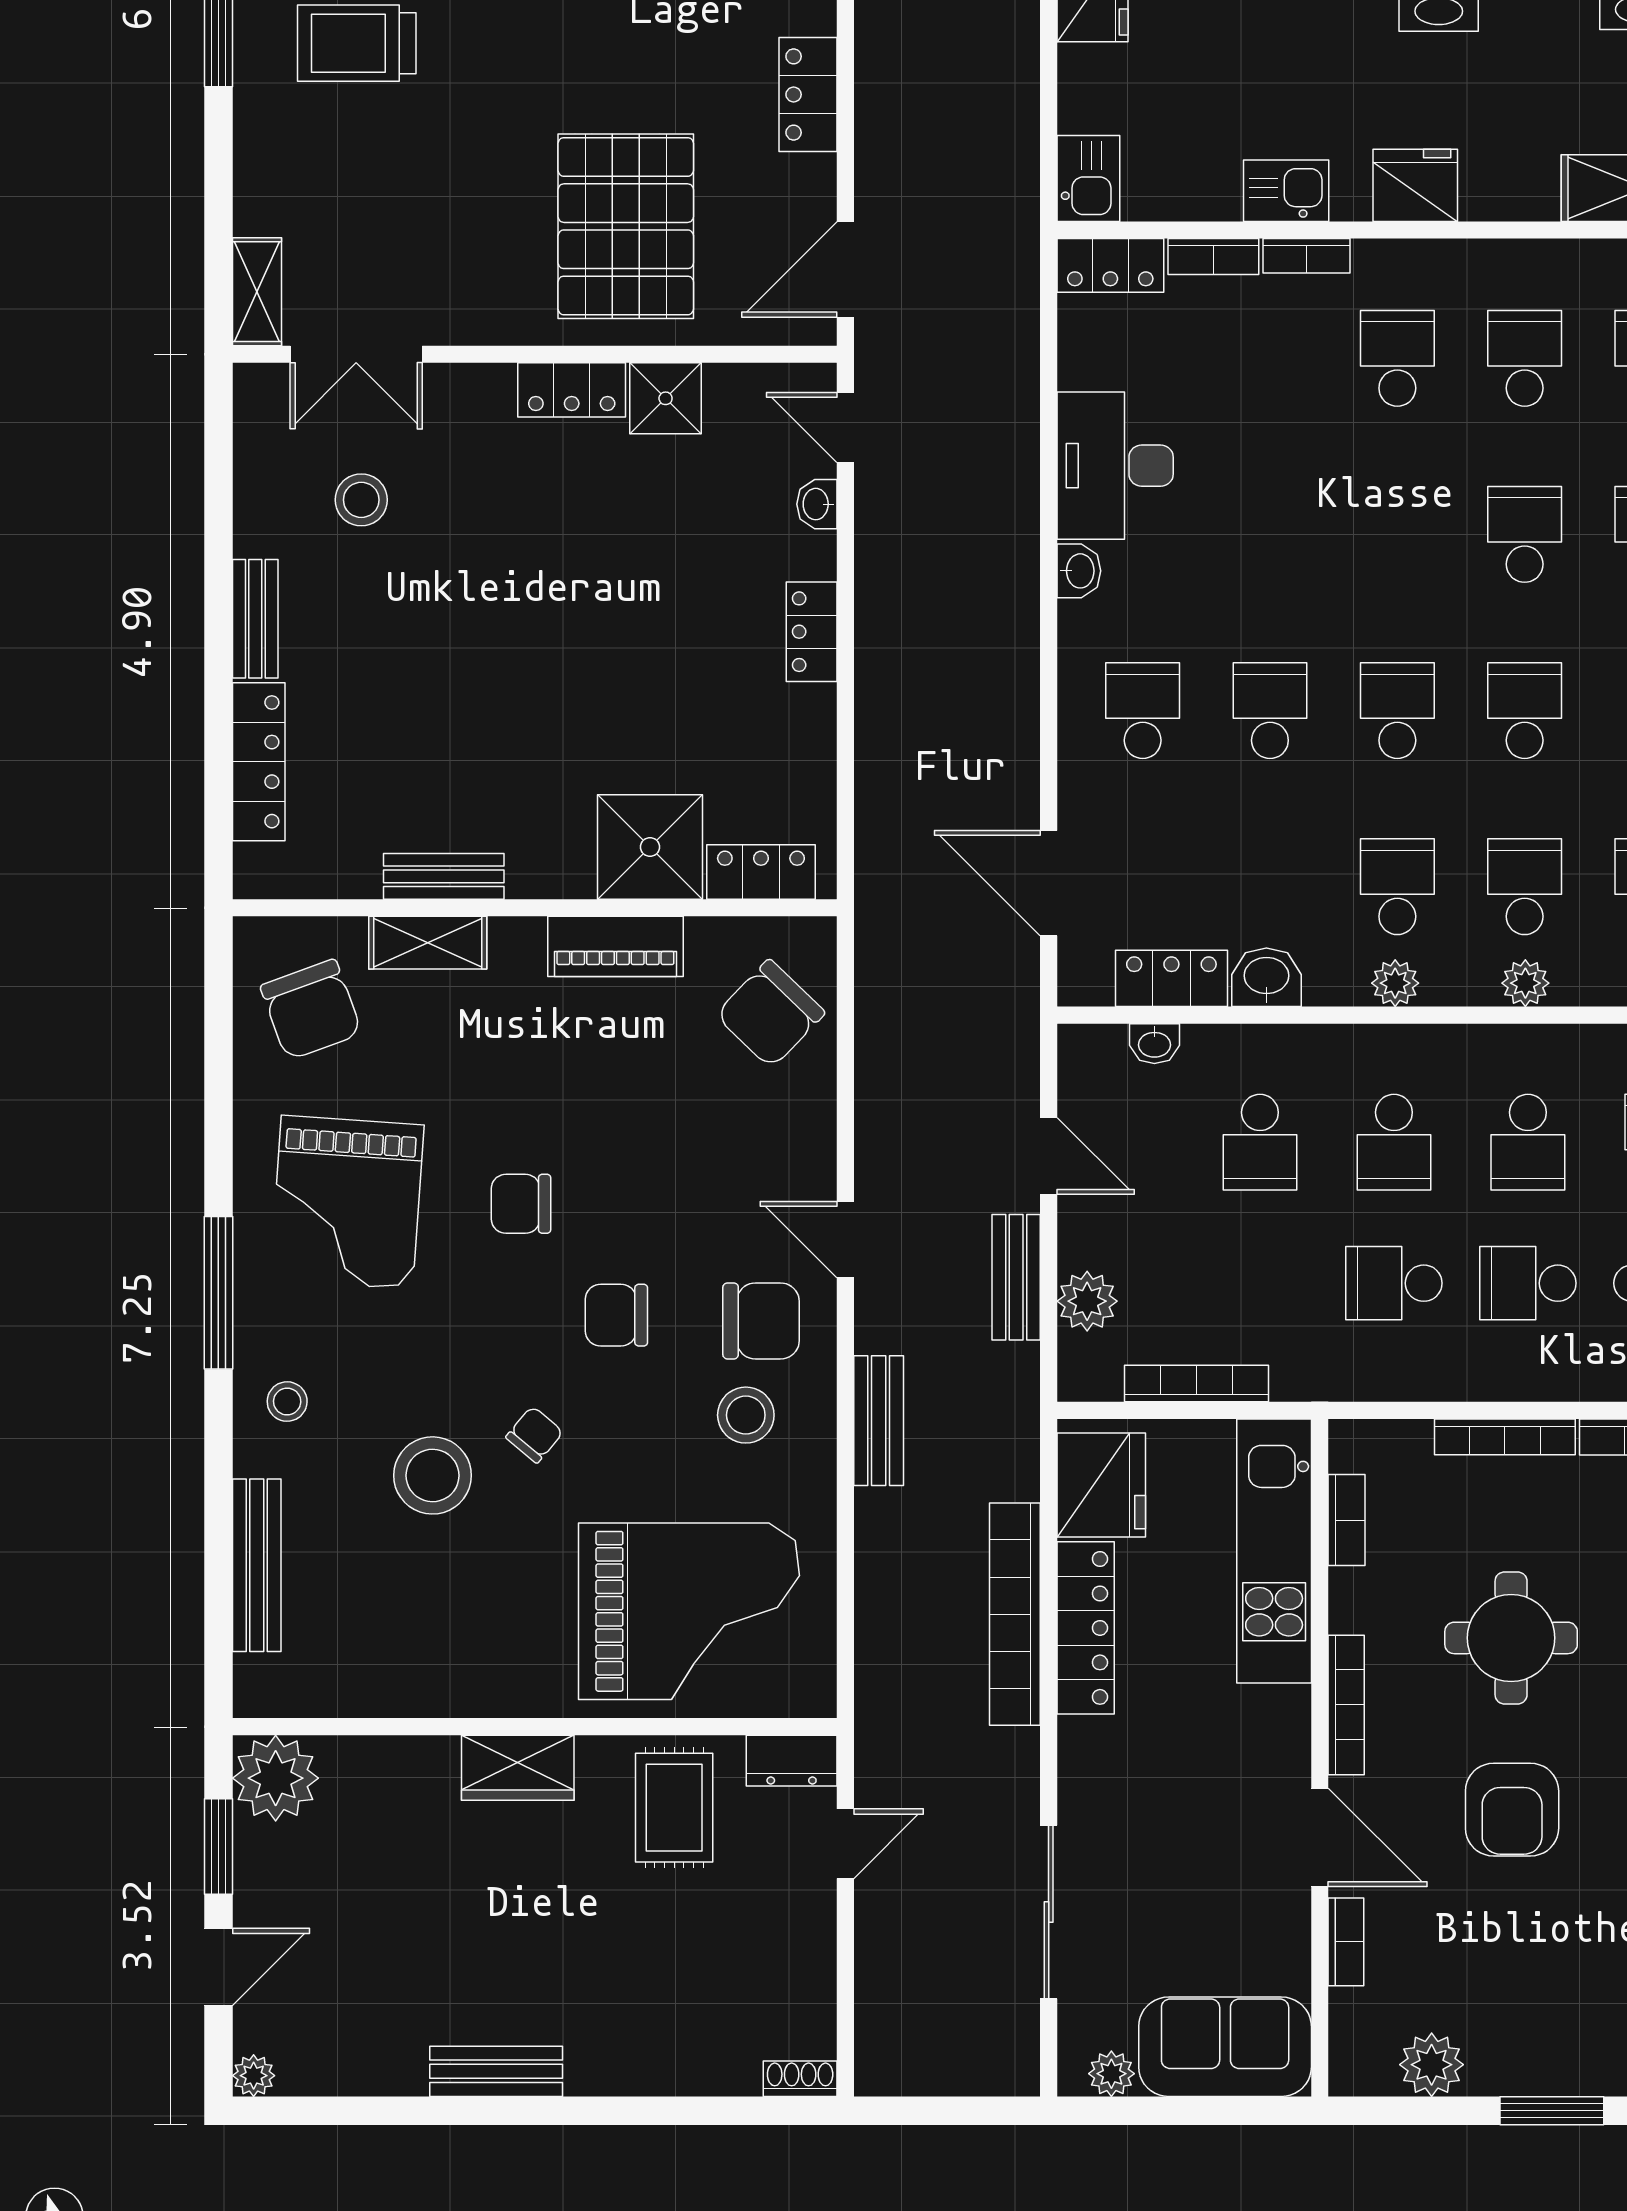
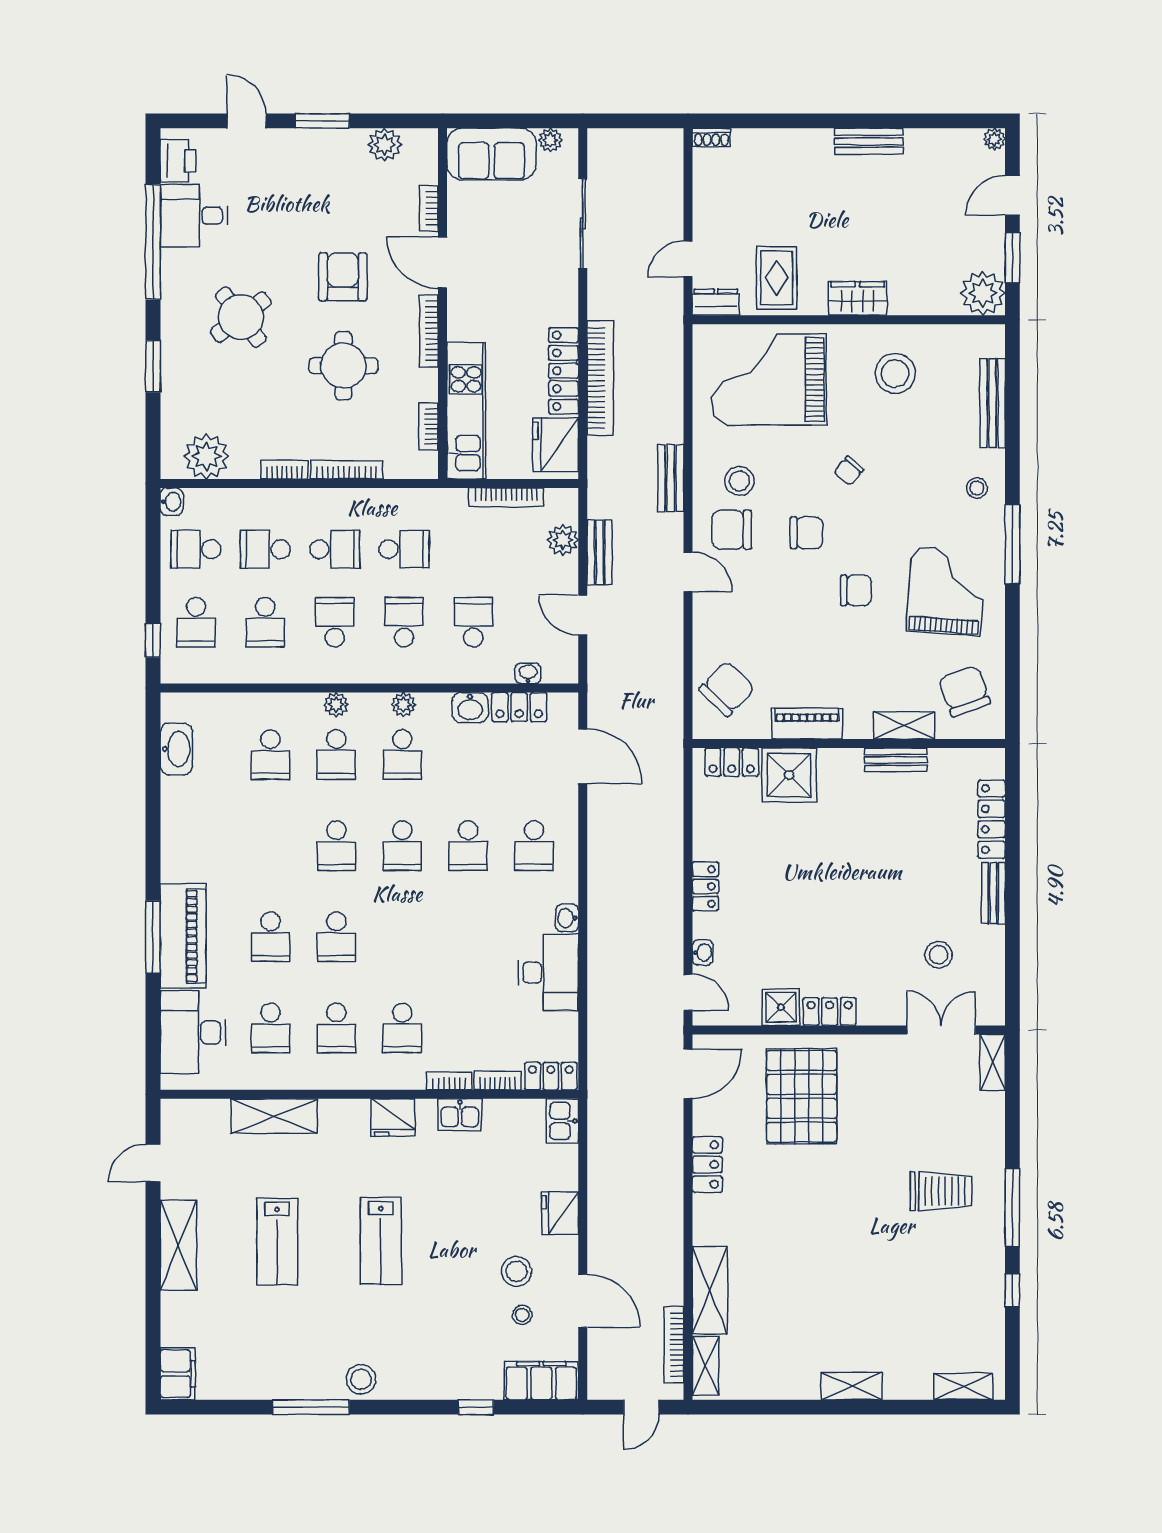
stool: (432, 1475) -> (895, 373), moved

